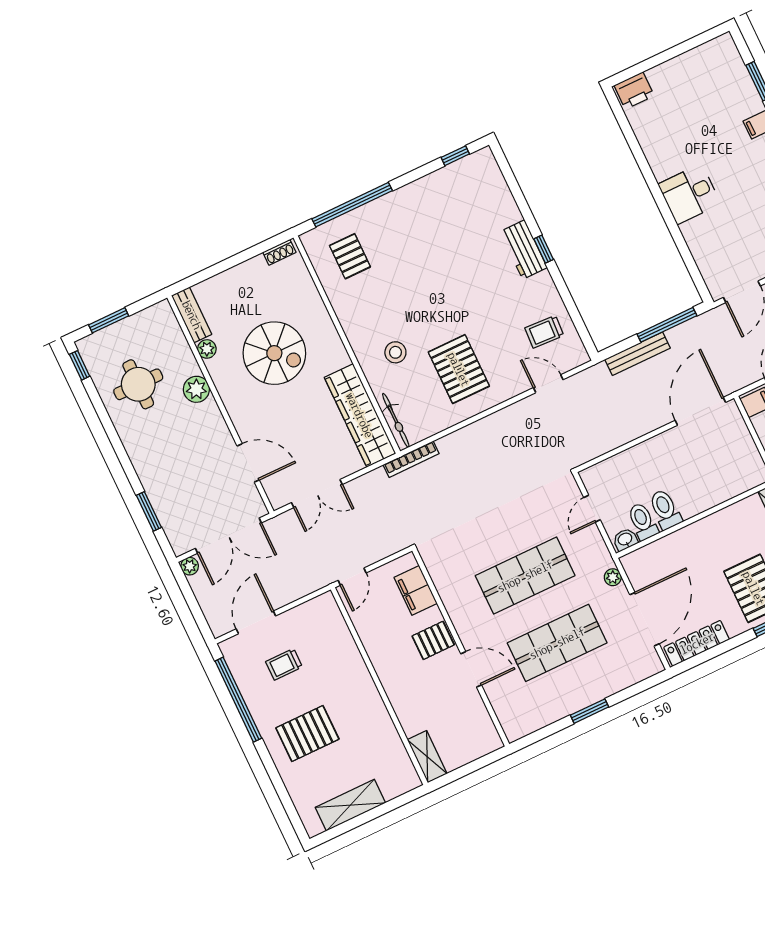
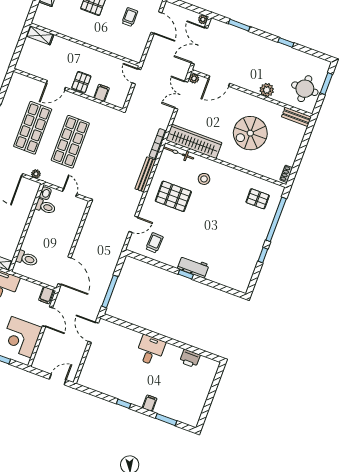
printer: (634, 91) -> (190, 358), moved, turned -90
window: (455, 156) -> (263, 255), moved
plant: (207, 349) -> (194, 78), moved
bench: (638, 354) -> (145, 174), moved
window: (80, 365) -> (286, 42), moved
round table: (138, 384) -> (305, 89), moved
toilet: (665, 510) -> (27, 259), moved
filing cabinet: (416, 590) -> (102, 93), width x0.50

